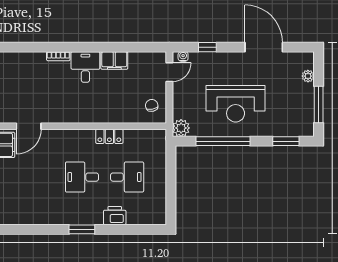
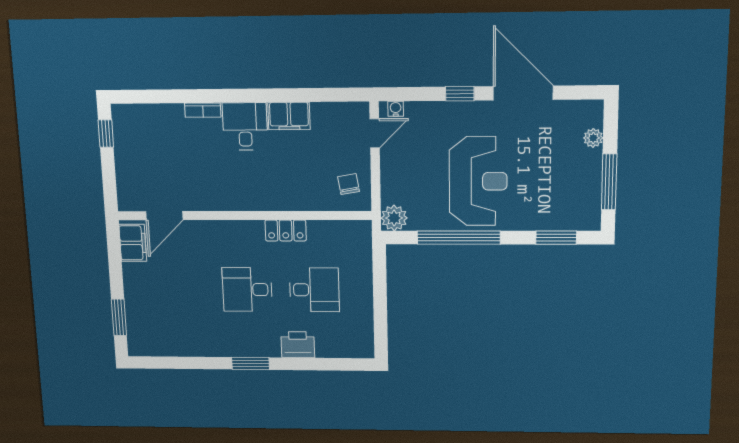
window: (207, 47) -> (460, 94), moved
reception desk: (236, 104) -> (478, 181), turned -90

